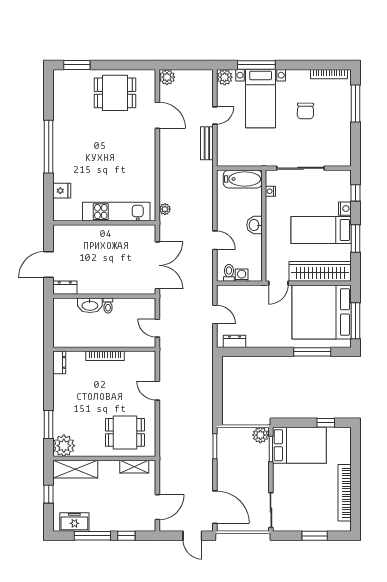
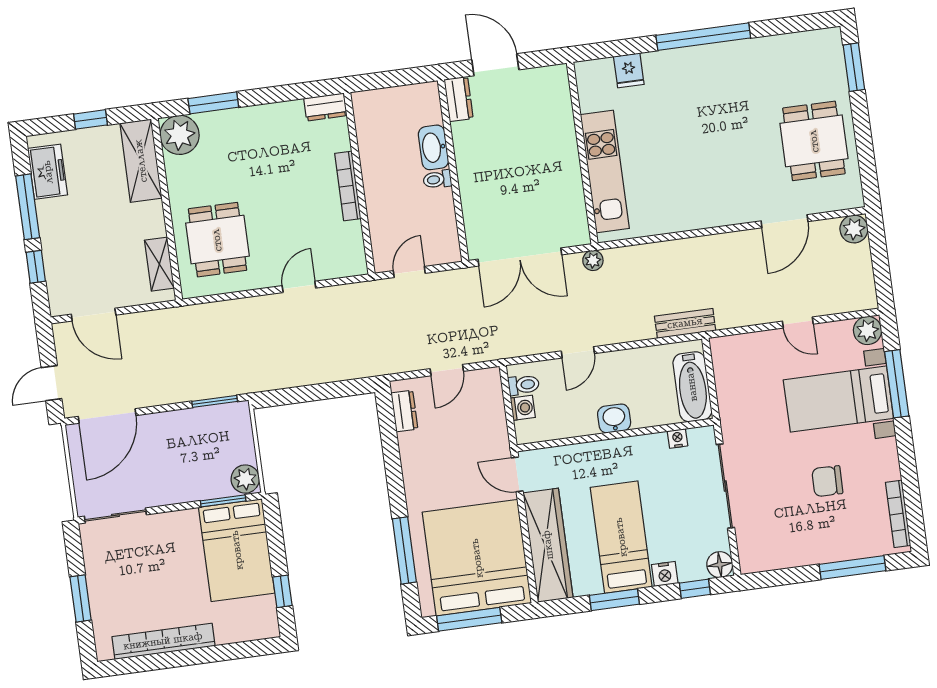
bench: (207, 143) -> (685, 323), moved
floor lamp: (344, 177) -> (720, 565), added
plant: (165, 209) -> (593, 260), moved

